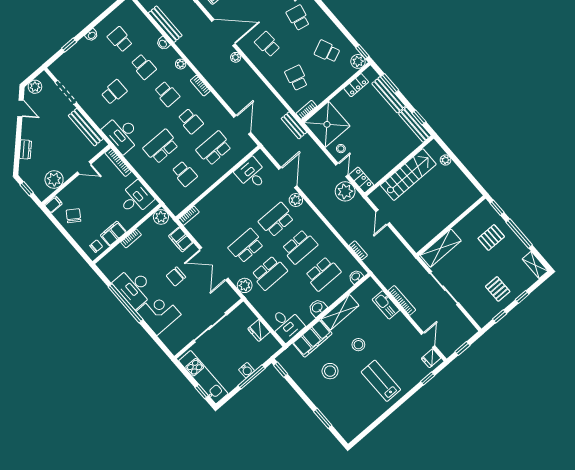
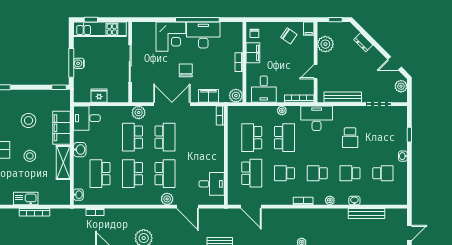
plant: (140, 168) -> (282, 111), added
school desk: (184, 174) -> (252, 138), width x1.85
kitchen sink: (386, 305) -> (26, 199), moved

